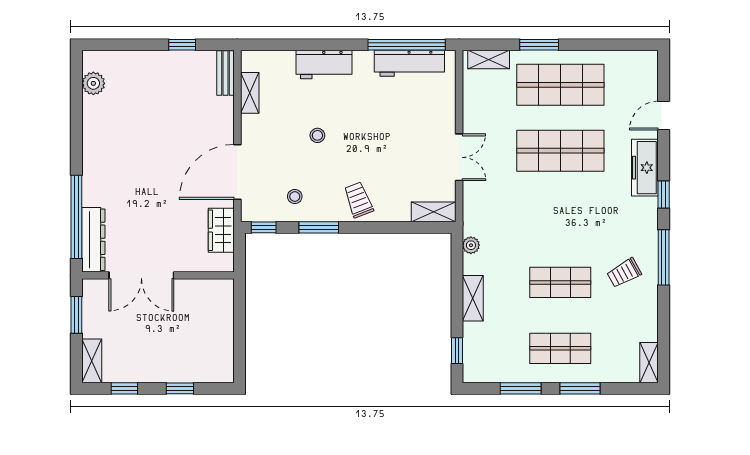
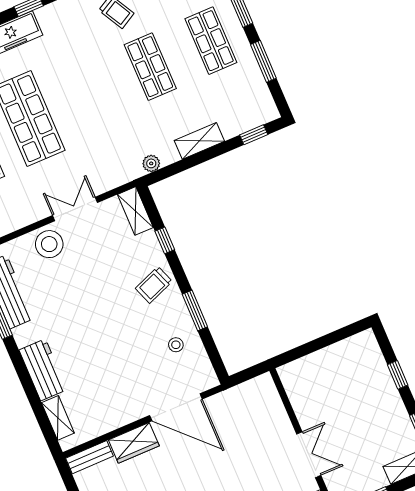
shelving: (250, 93) -> (58, 418), moved, turned 90
stool: (317, 135) -> (49, 244), moved, width x1.89, depth x1.89
window: (264, 227) -> (165, 240), moved
wardrobe: (221, 230) -> (134, 443), moved
double door: (141, 275) -> (309, 455), width x0.73

